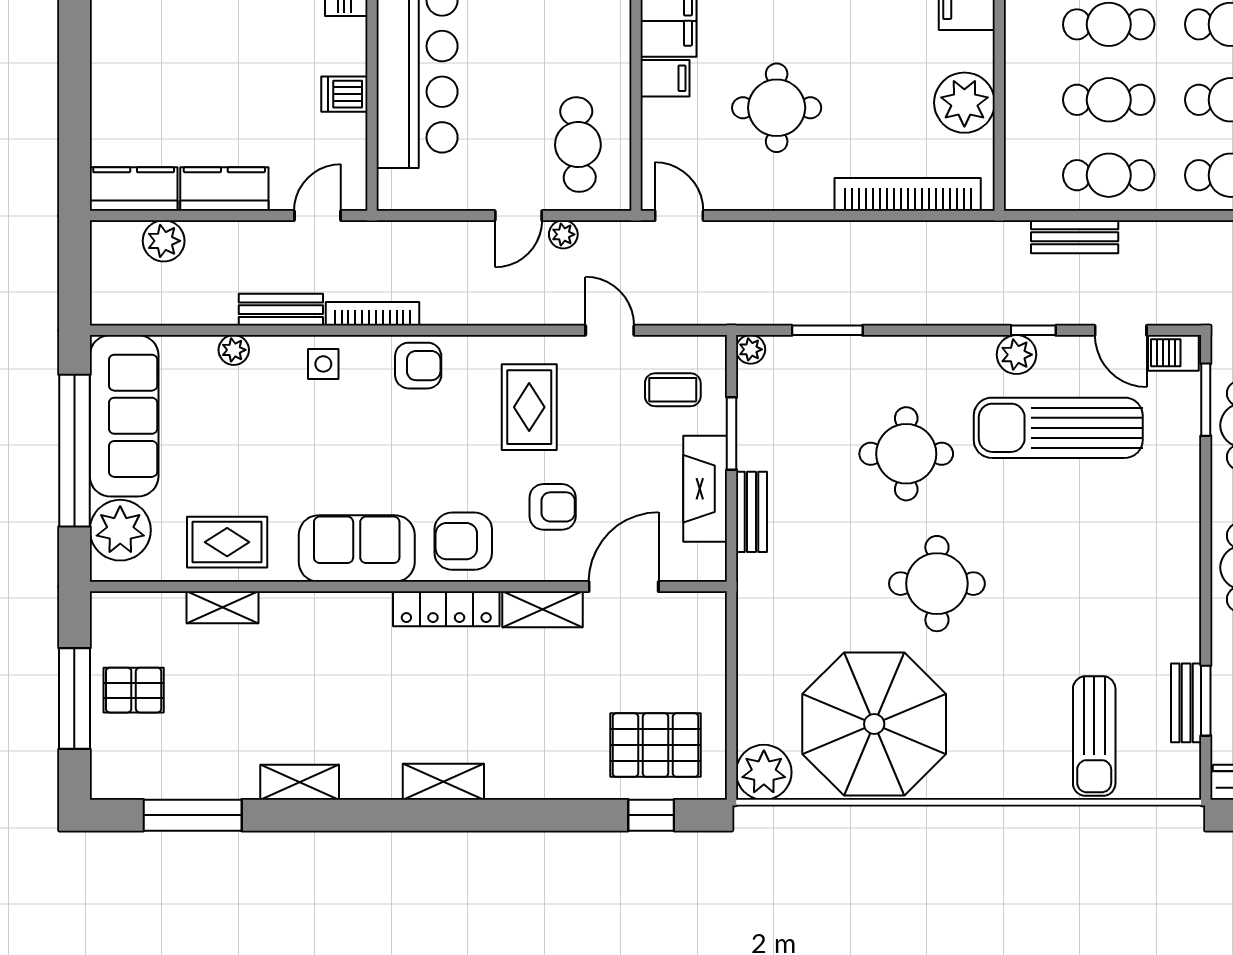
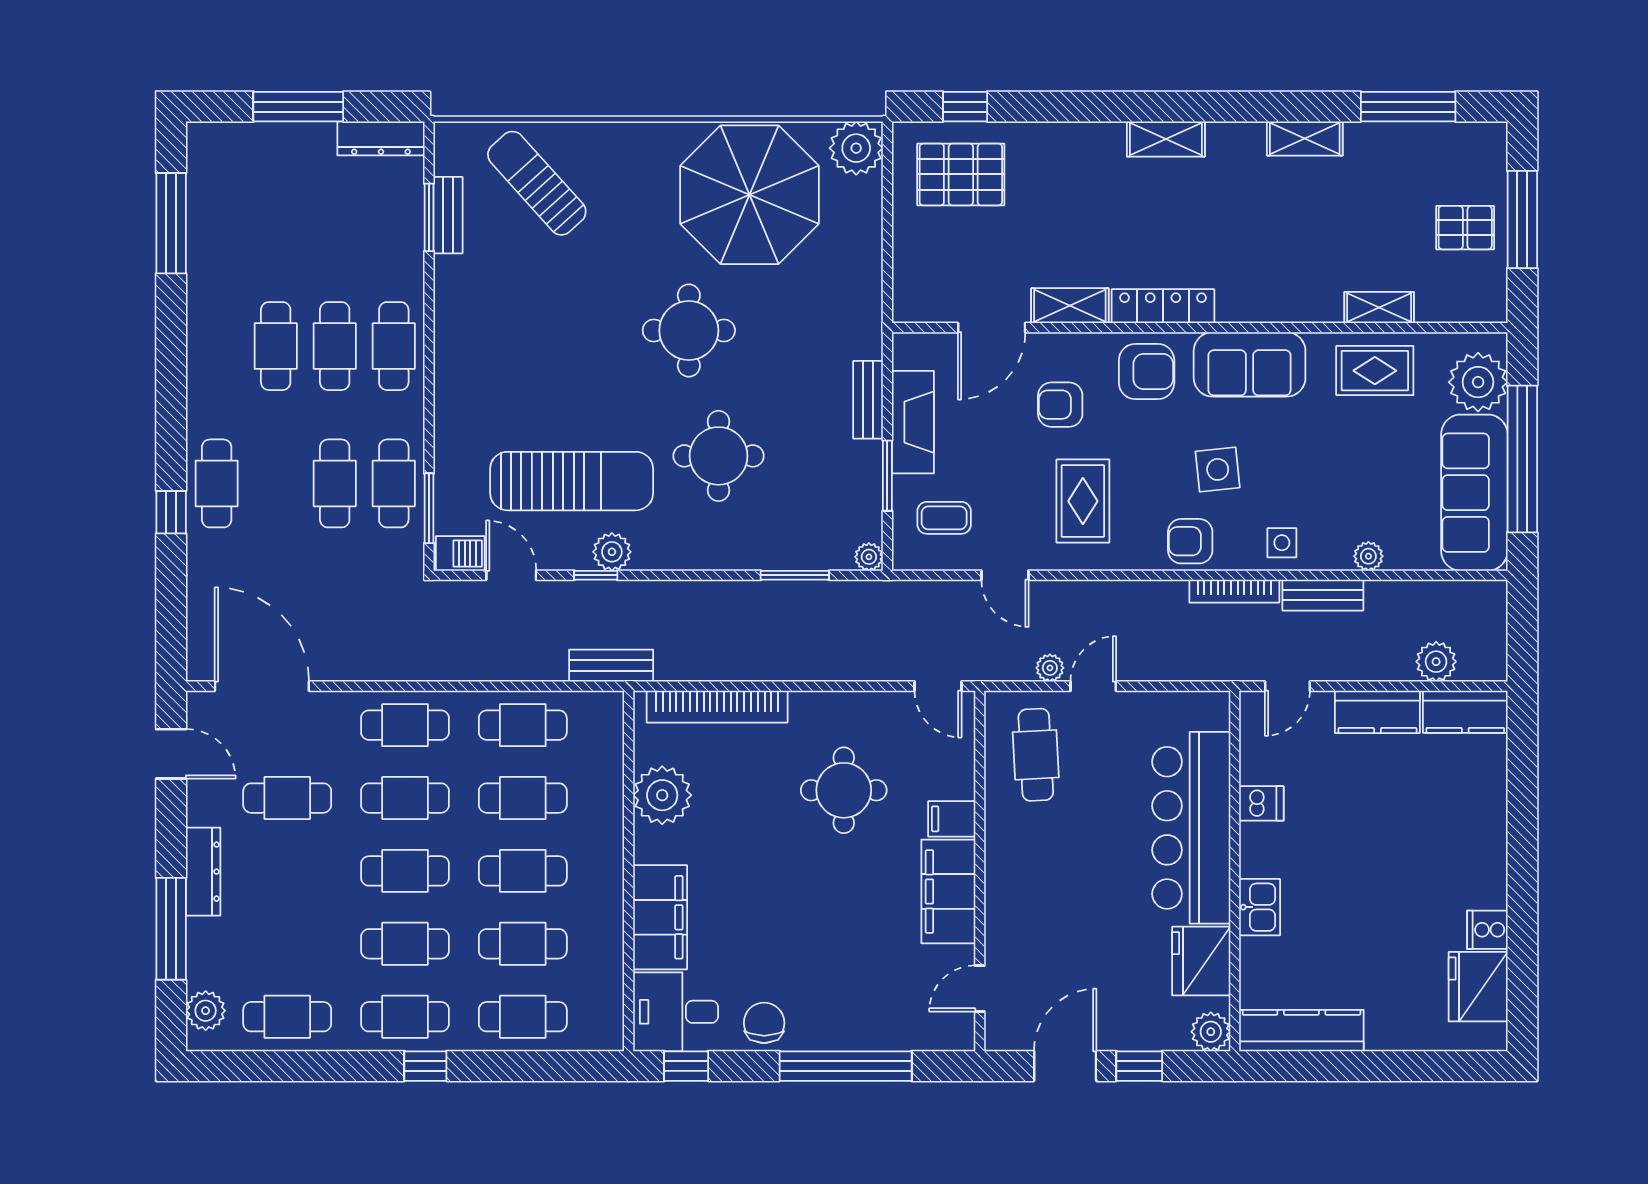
bench: (1075, 237) -> (611, 666), moved
side table: (390, 440) -> (1218, 469), added
sun lounger: (1094, 736) -> (537, 183), turned -42

